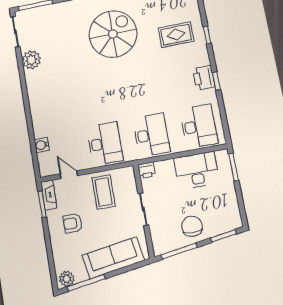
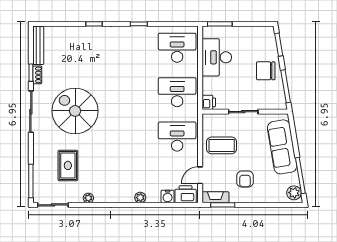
rug: (176, 35) -> (68, 165), moved
plant: (31, 60) -> (88, 198), width x0.53, depth x0.53
printer: (204, 78) -> (186, 194), moved, turned 180
plant: (36, 117) -> (140, 198), added

